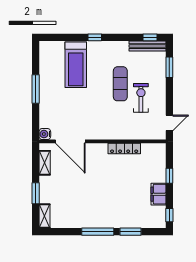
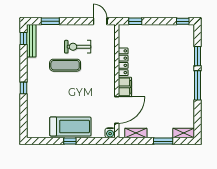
treadmill: (76, 65) -> (70, 126), moved
window: (36, 89) -> (70, 141), width x0.46
window: (169, 176) -> (135, 21), moved
filing cabinet: (159, 194) -> (125, 87), moved, turned -90

